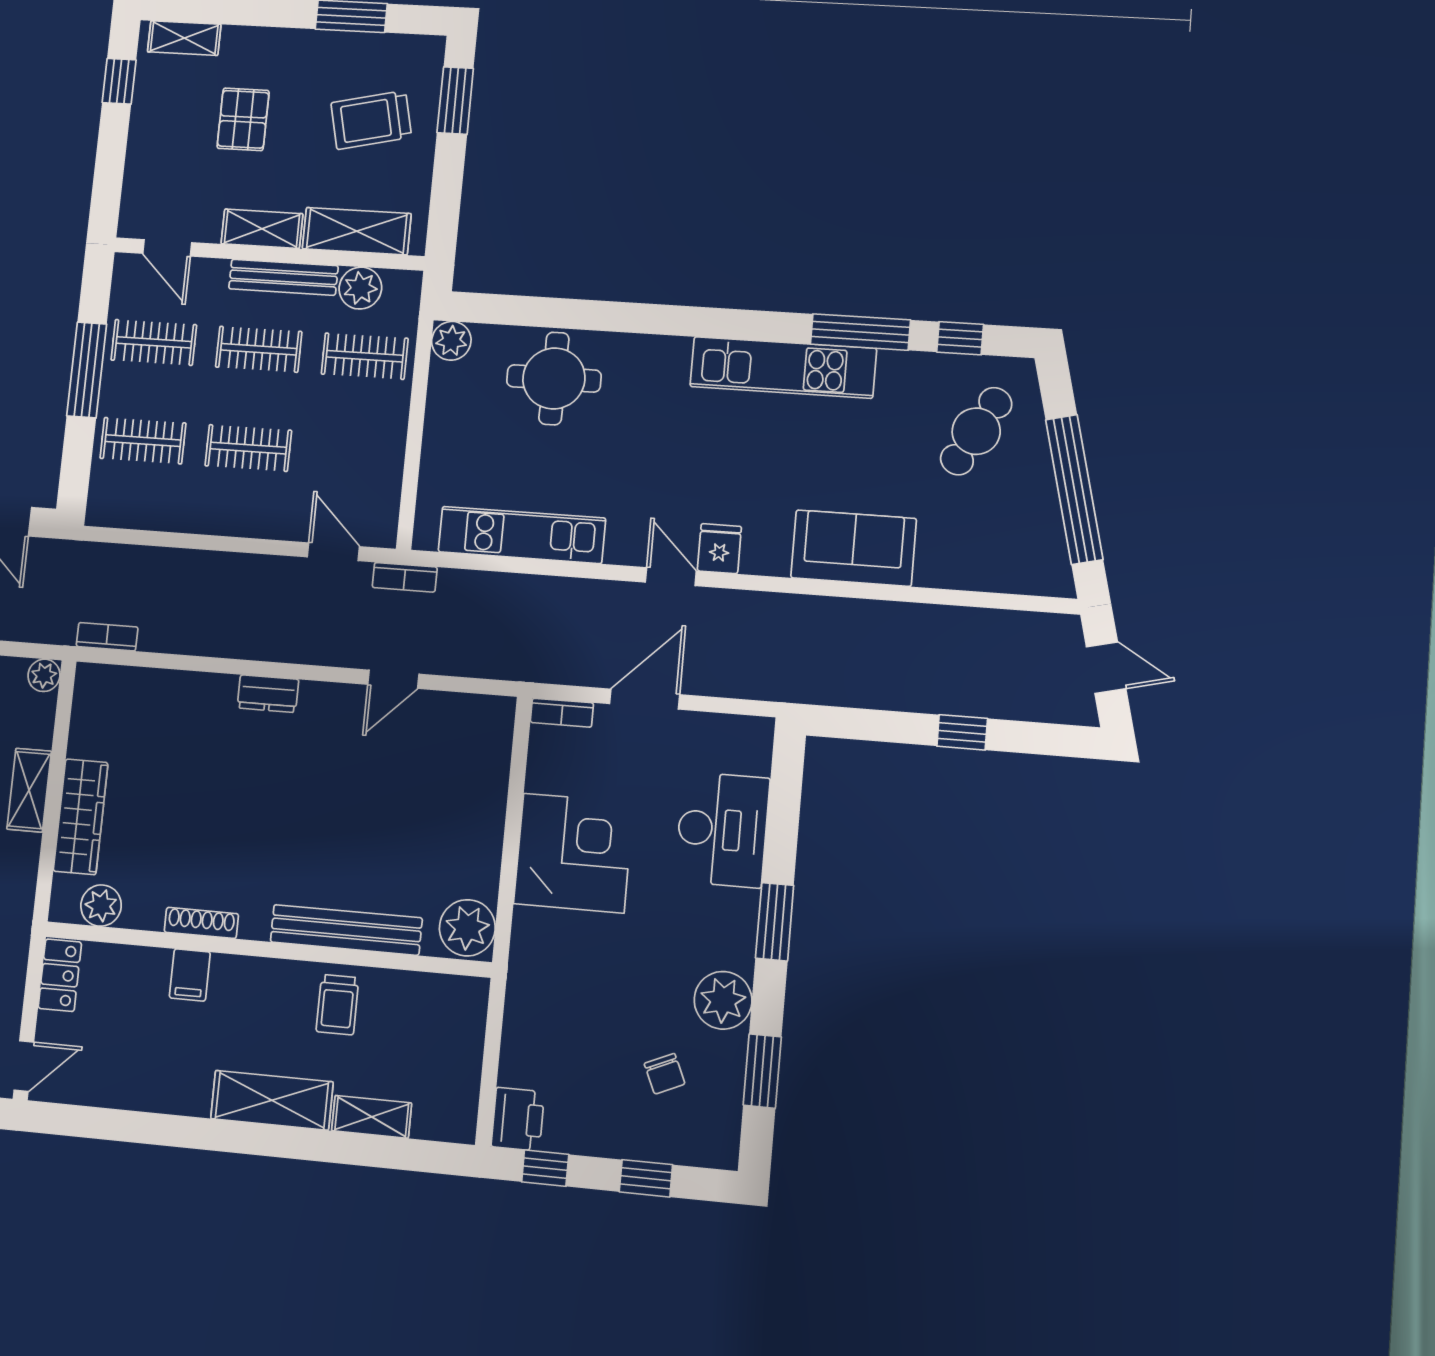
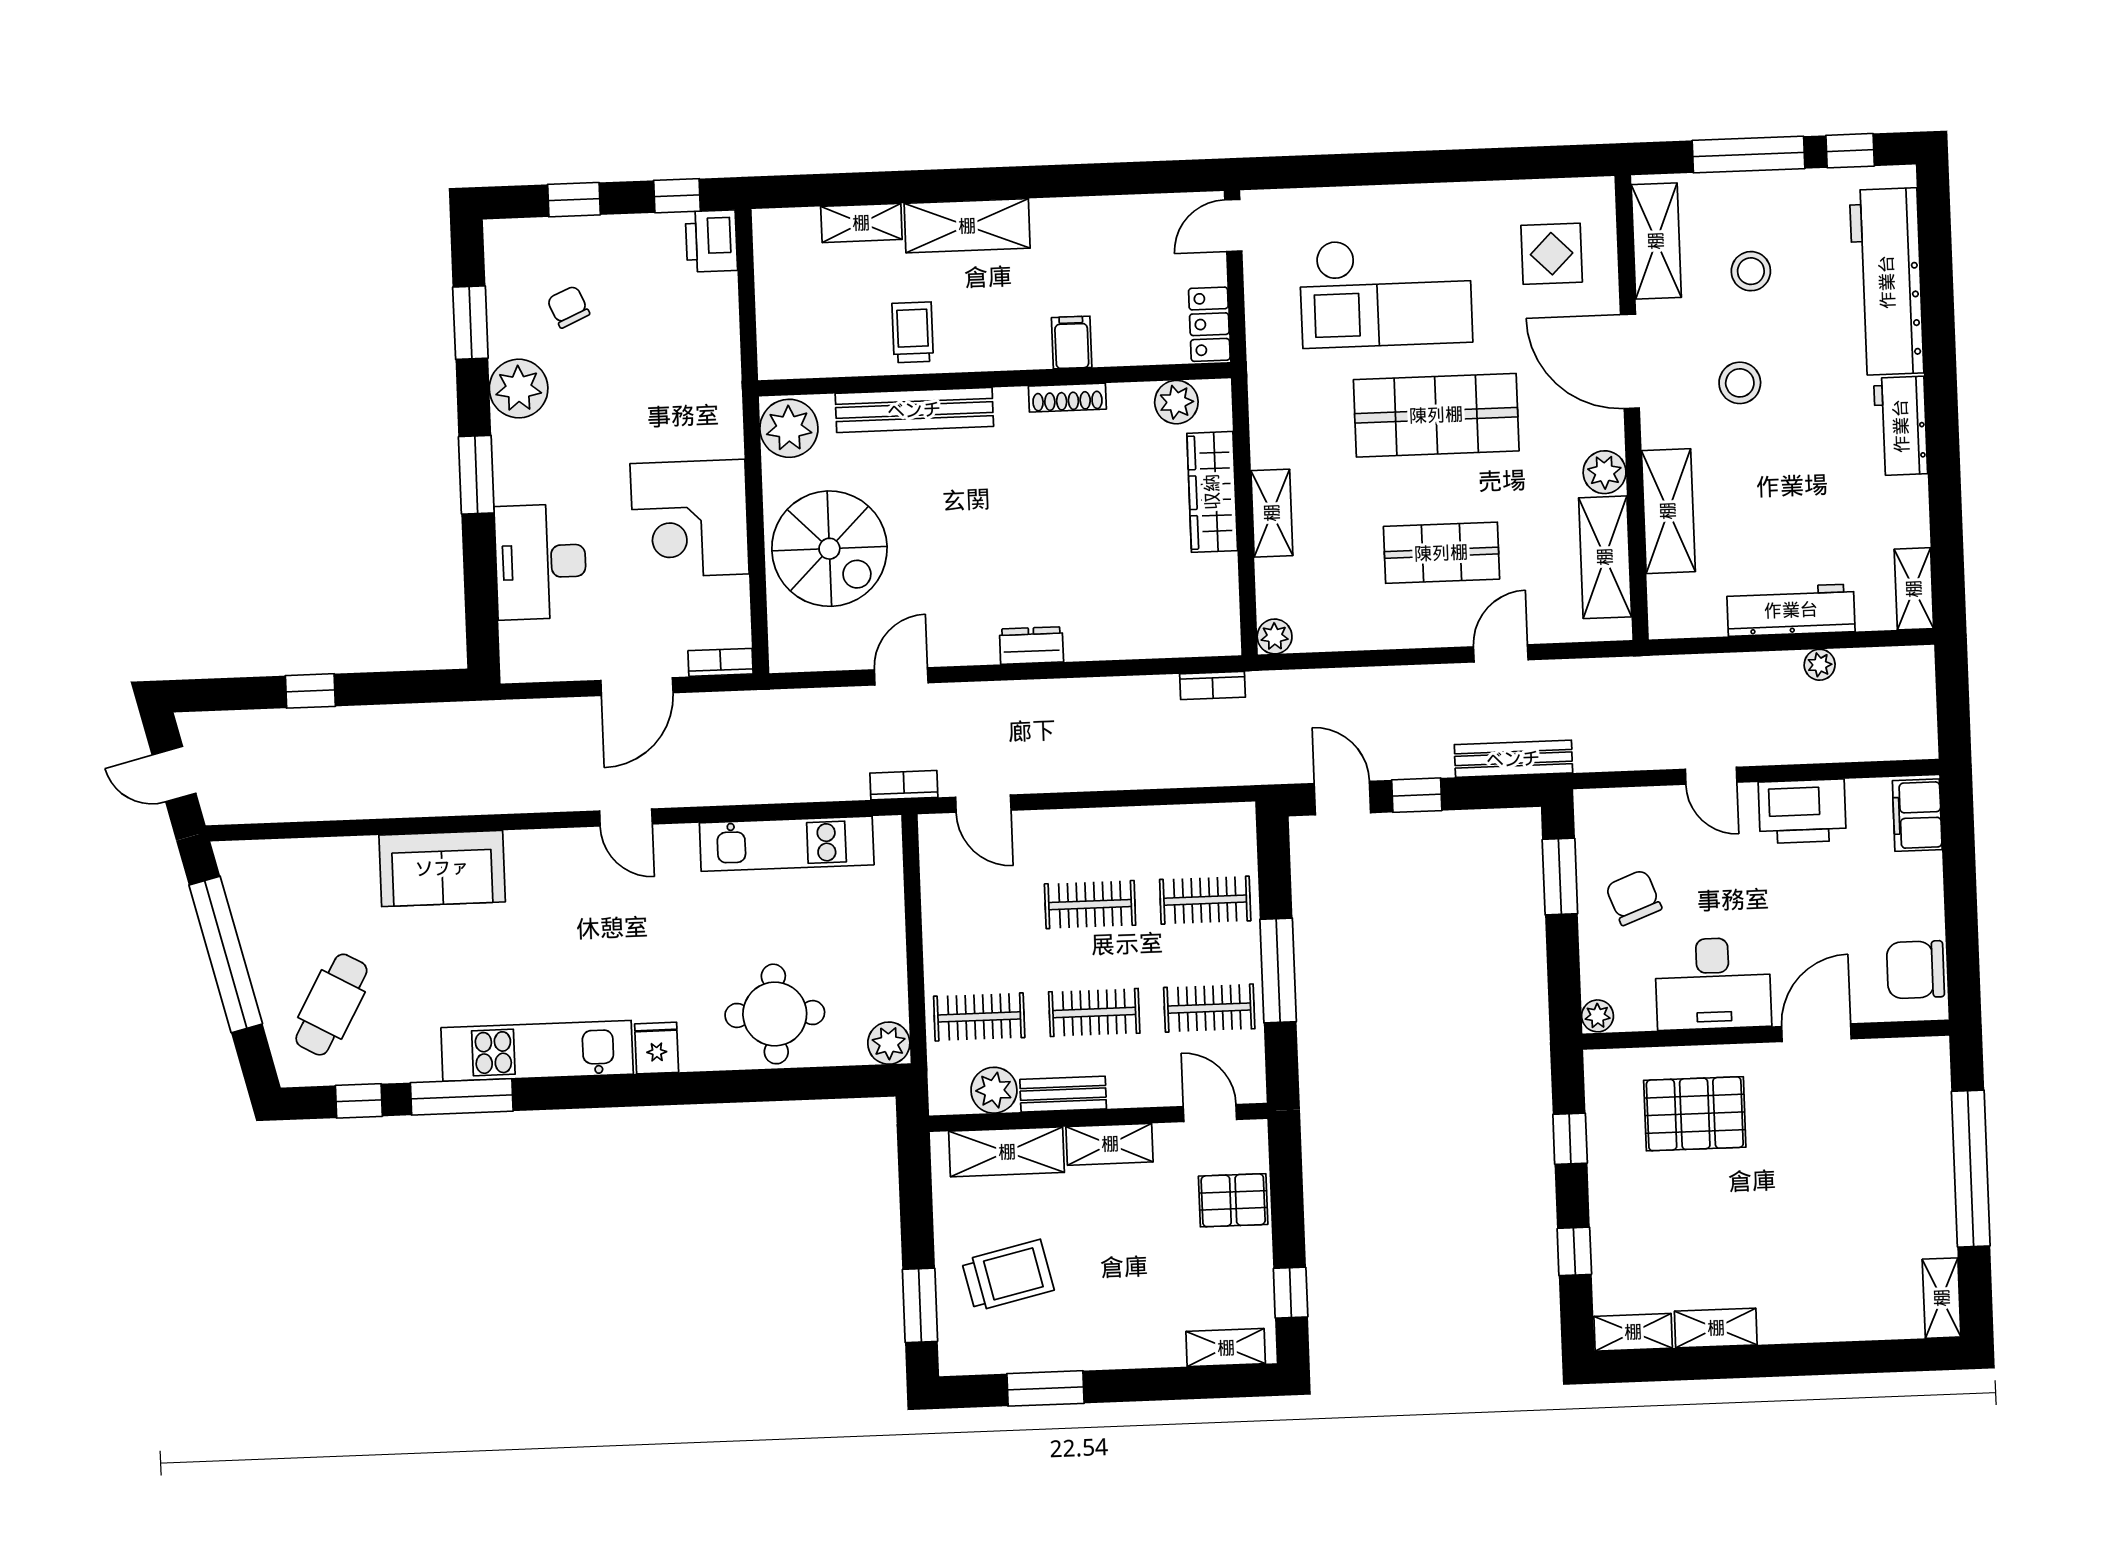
pallet: (243, 119) -> (1233, 1200), moved, turned 90
bench: (283, 277) -> (1063, 1094), width x0.73
fridge: (719, 549) -> (657, 1048), moved, turned 180
spiral stairs: (444, 808) -> (829, 549), added

